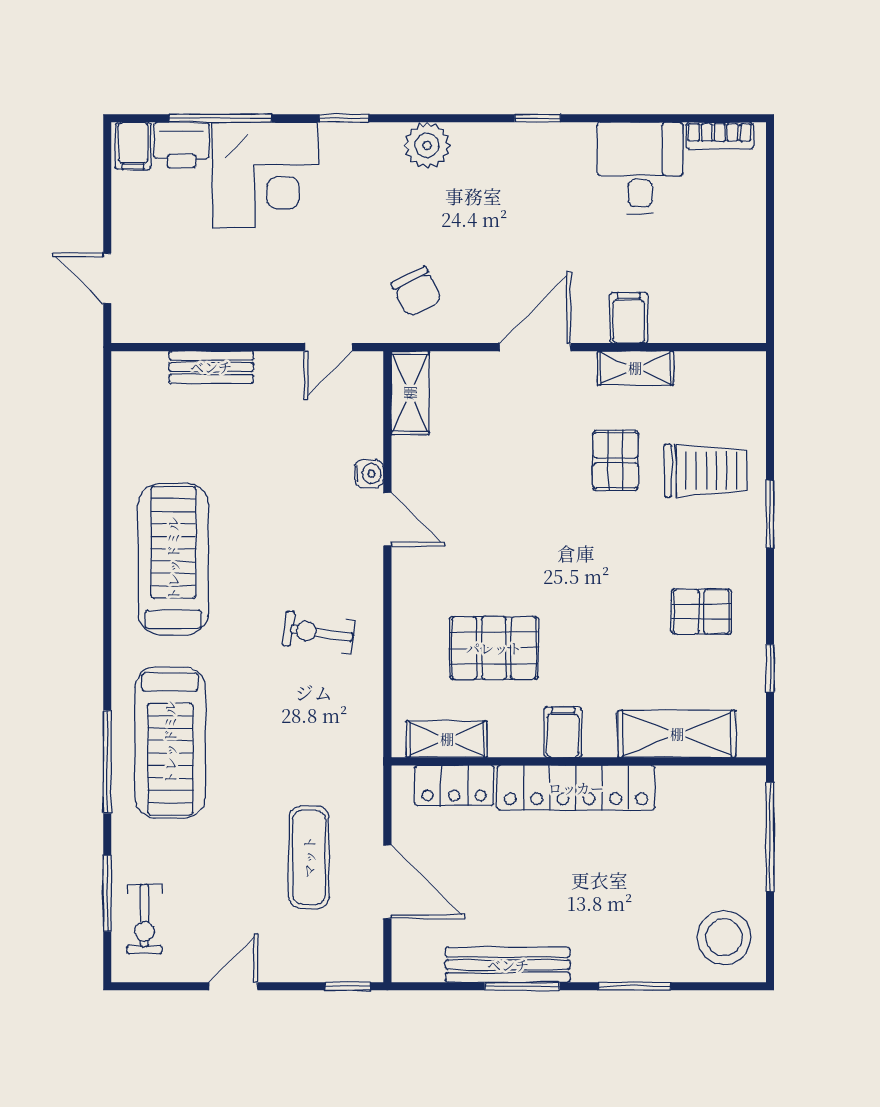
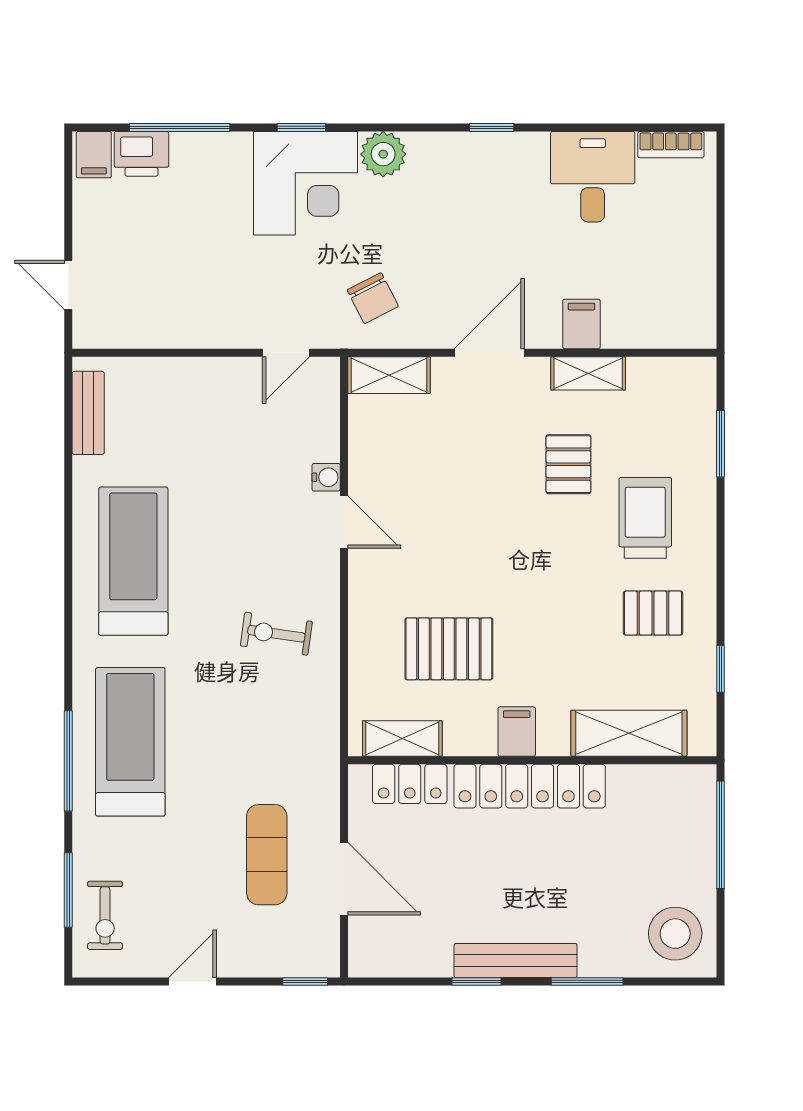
corner desk: (265, 175) -> (306, 183), moved
bench: (211, 367) -> (88, 413), moved, turned 90
shelving: (410, 393) -> (389, 375), moved, turned 90
trolley: (706, 471) -> (645, 518), moved, turned -90
window: (770, 514) -> (721, 444), moved
treadmill: (170, 743) -> (130, 742), turned 180
bench: (508, 965) -> (516, 960), moved
window: (522, 986) -> (477, 982), width x0.67

